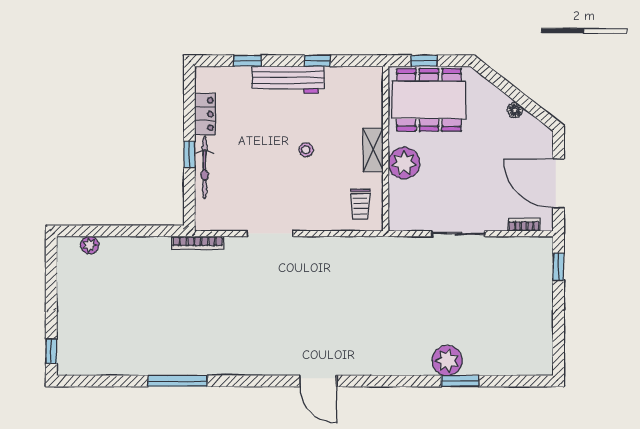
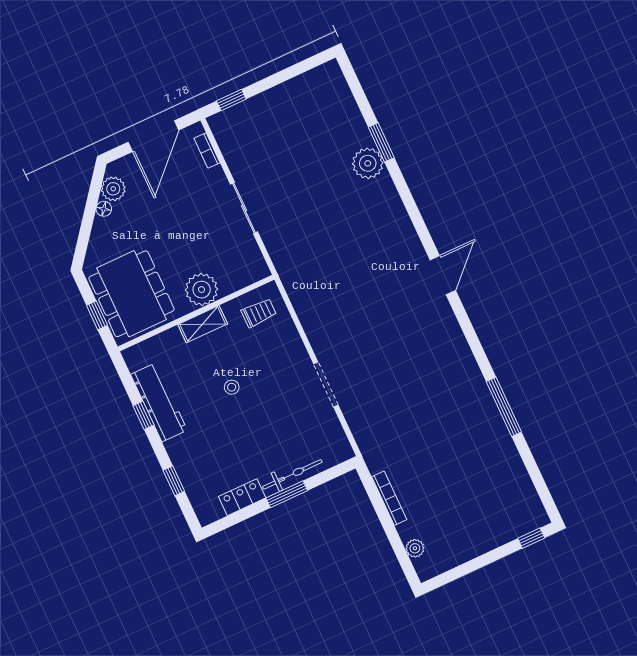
workbench: (288, 80) -> (159, 402), moved
plant: (529, 127) -> (113, 189), added
window: (189, 154) -> (287, 494), width x1.50
bookcase: (198, 243) -> (389, 498), moved

